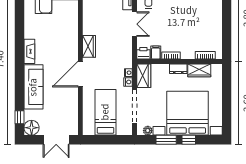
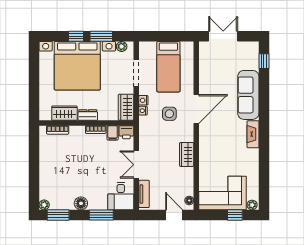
wardrobe: (89, 46) -> (187, 154), moved
side table: (105, 70) -> (169, 114), added
doorway: (135, 106) -> (136, 73), width x0.73
floor lamp: (32, 128) -> (250, 50), removed

